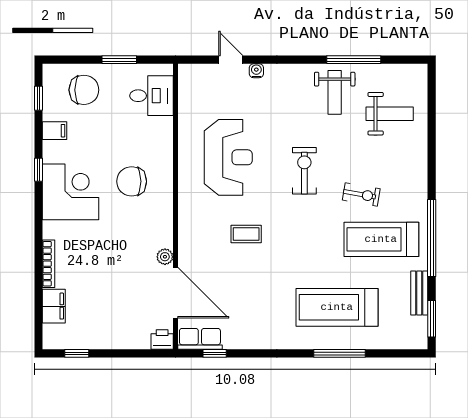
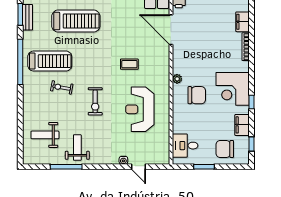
filing cabinet: (55, 131) -> (242, 125), width x2.00
plant: (165, 257) -> (177, 79), moved
bench: (419, 293) -> (28, 17), moved

